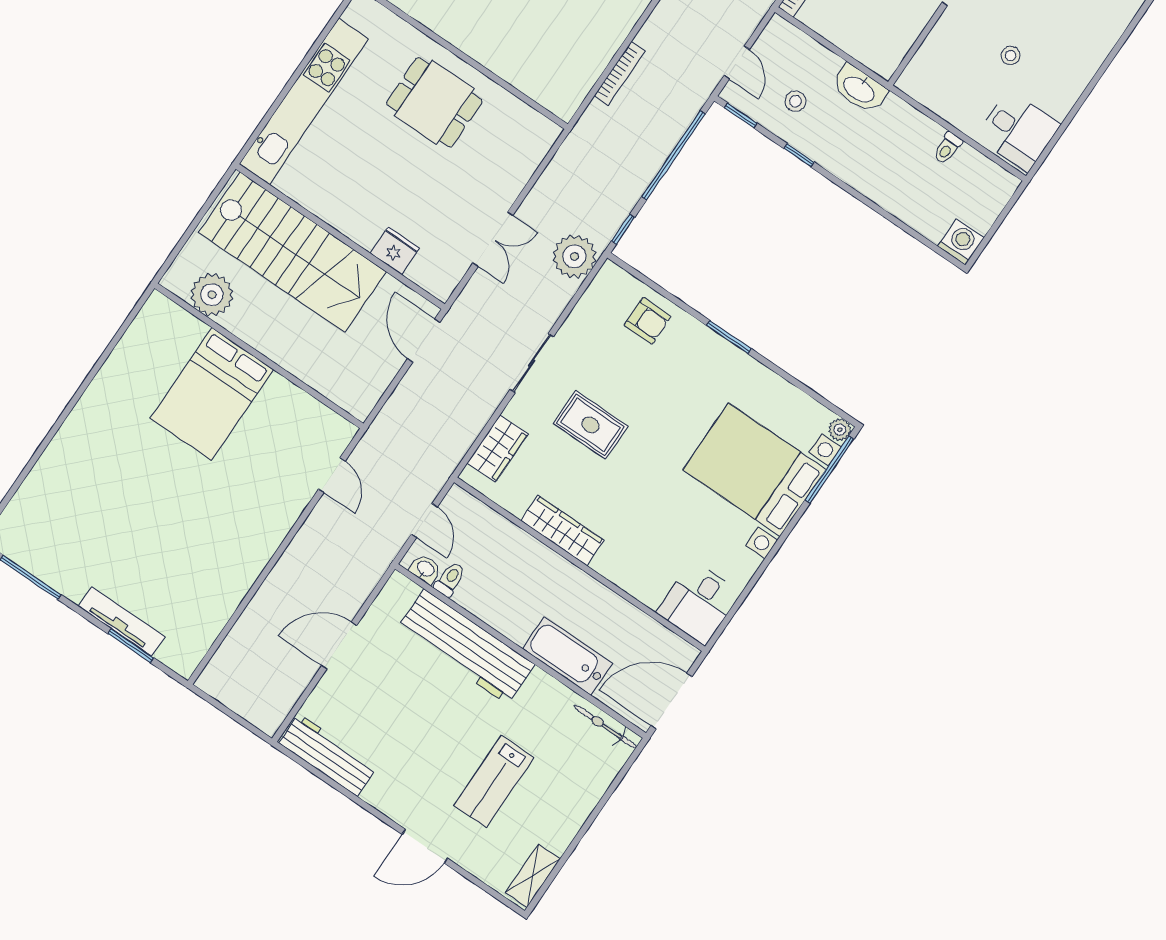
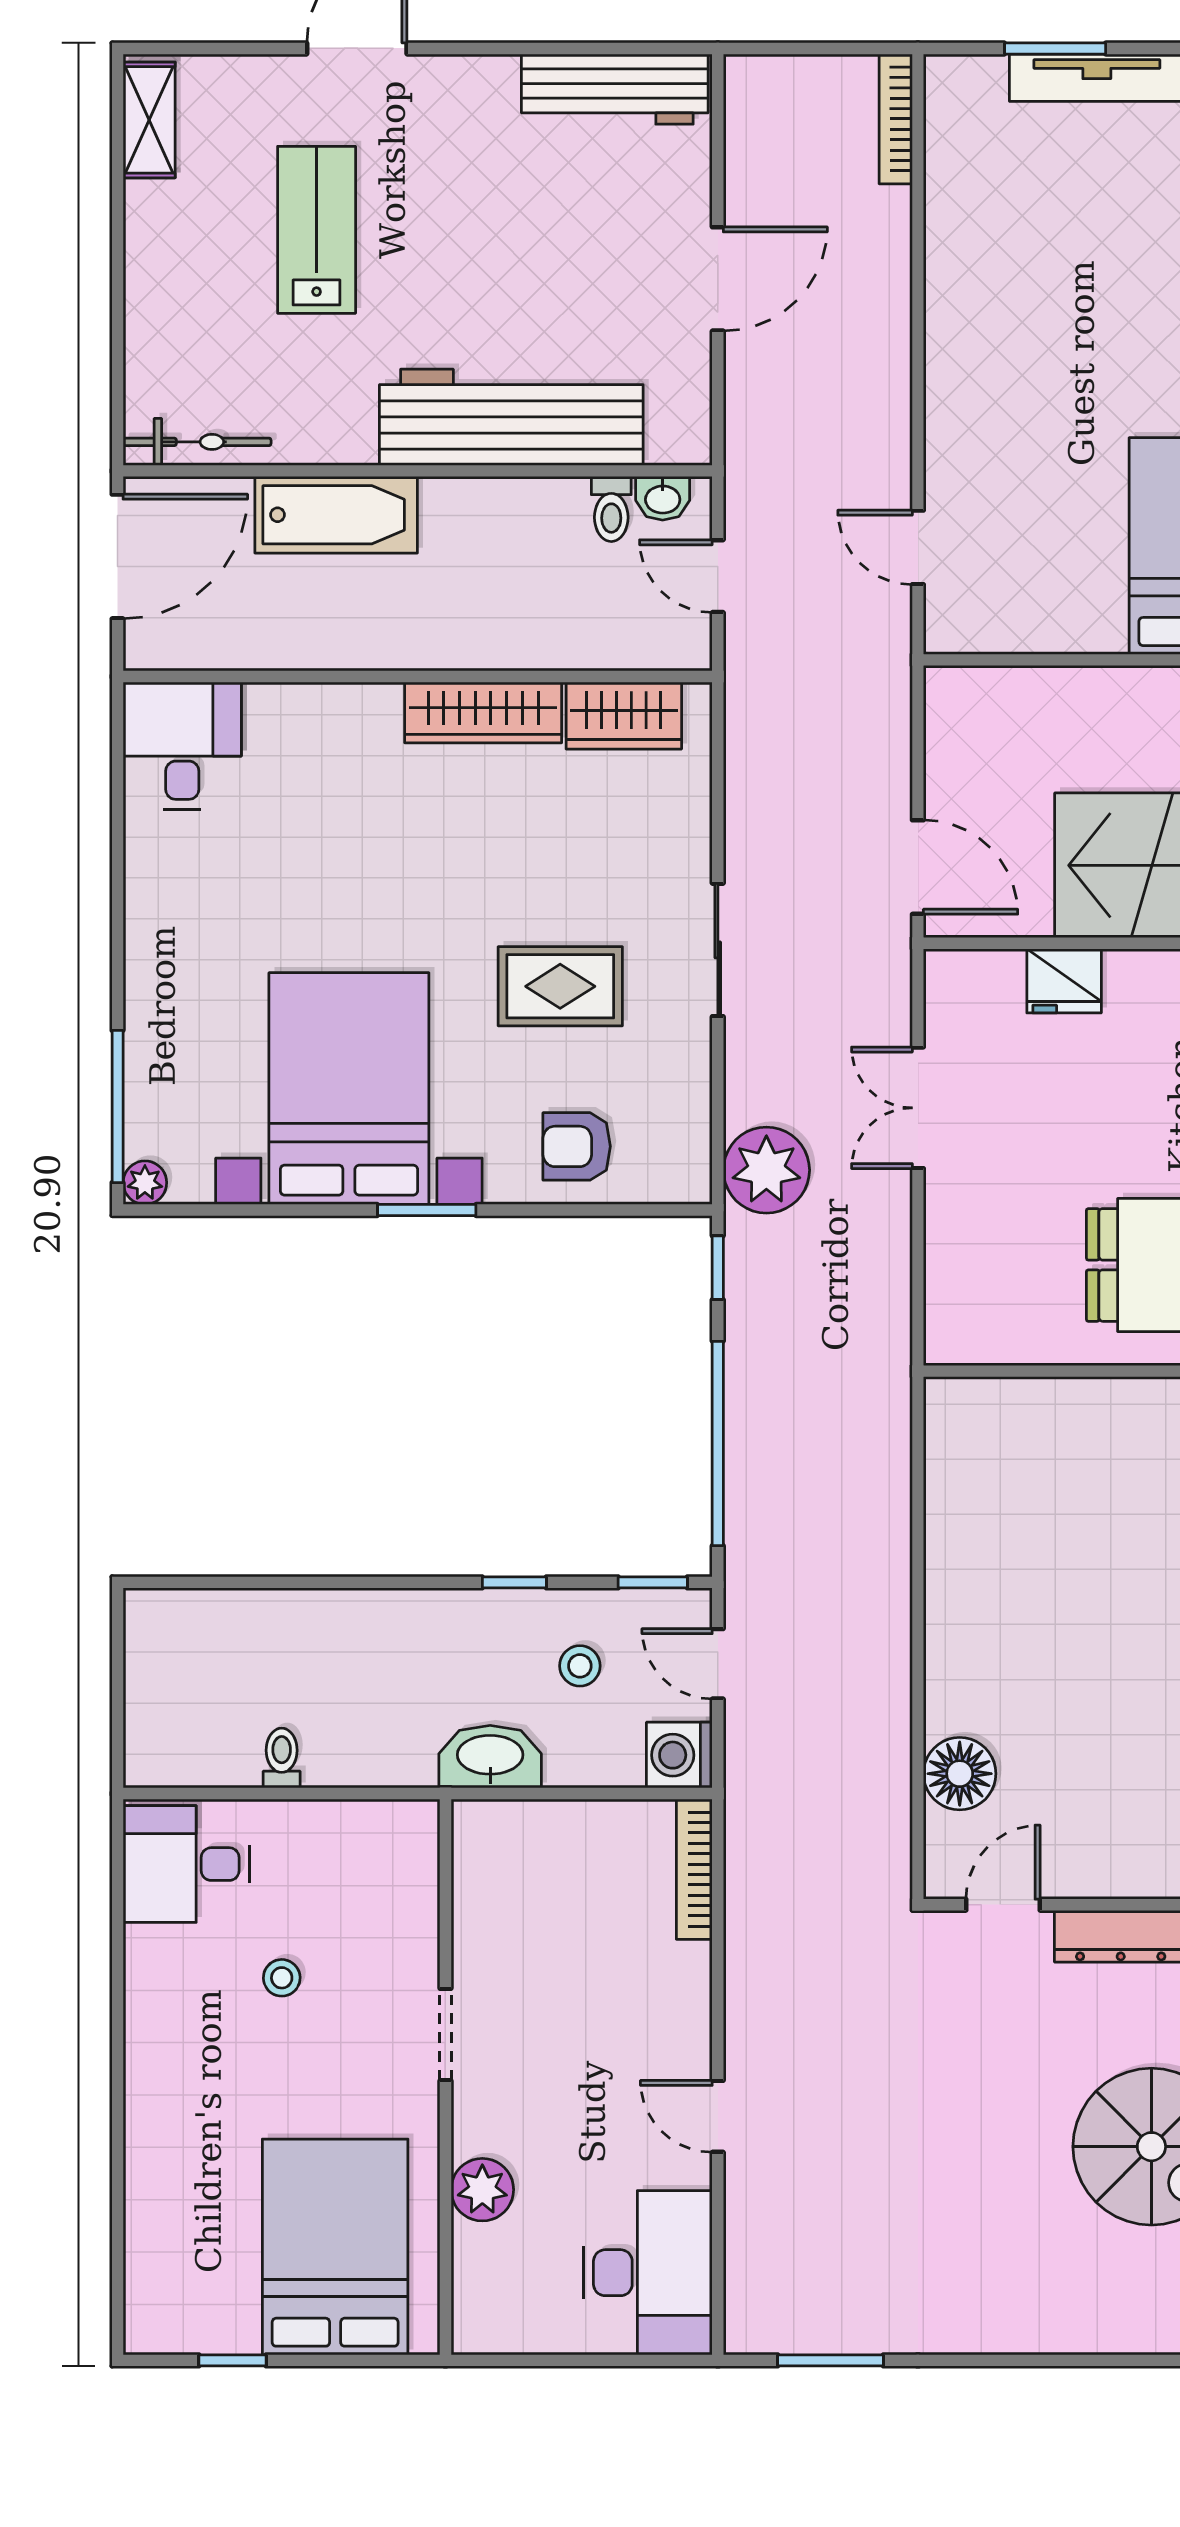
bookcase: (620, 73) -> (896, 119), moved
washing machine: (961, 242) -> (679, 1755), moved, turned 90
rug: (591, 425) -> (560, 986), moved
wardrobe: (498, 449) -> (624, 716), moved, turned -90
bed with nightstands: (754, 470) -> (349, 1089), moved, turned -90

